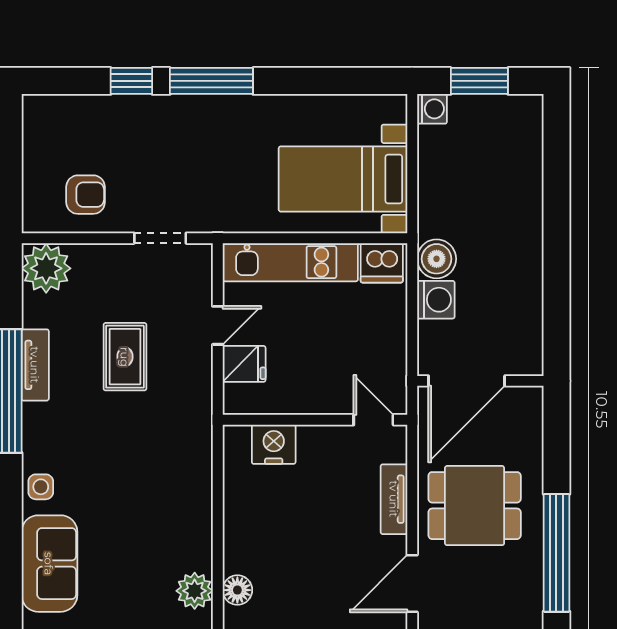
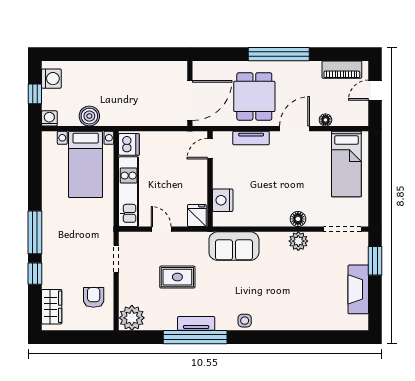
window: (479, 81) -> (35, 94), width x0.67
wardrobe: (68, 113) -> (52, 307), added
boiler: (437, 259) -> (89, 116), moved
washing machine: (436, 300) -> (51, 79), moved, turned 90
fridge: (244, 364) -> (197, 216), moved
tv unit: (35, 365) -> (196, 323), moved
door: (467, 381) -> (190, 101), hinge flipped
sofa: (49, 564) -> (234, 246), moved, turned 180
door: (412, 584) -> (295, 129), swing flipped

